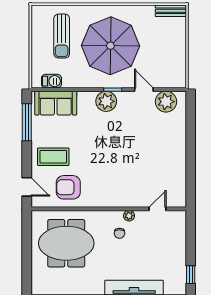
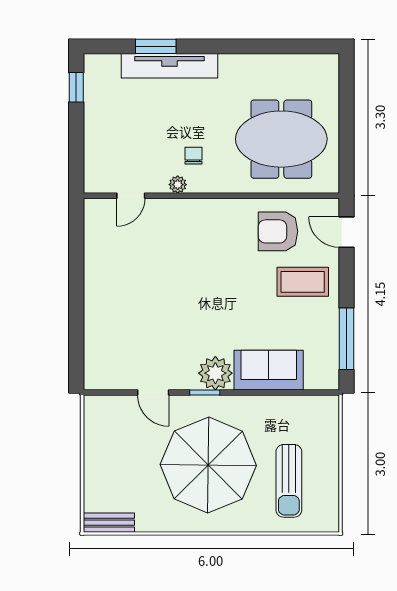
sun lounger: (62, 36) -> (289, 481), turned 180
barbecue: (51, 81) -> (306, 407), removed
plant: (166, 102) -> (117, 373), removed
sofa: (56, 103) -> (269, 370), moved
armchair: (68, 187) -> (278, 231), turned 180

